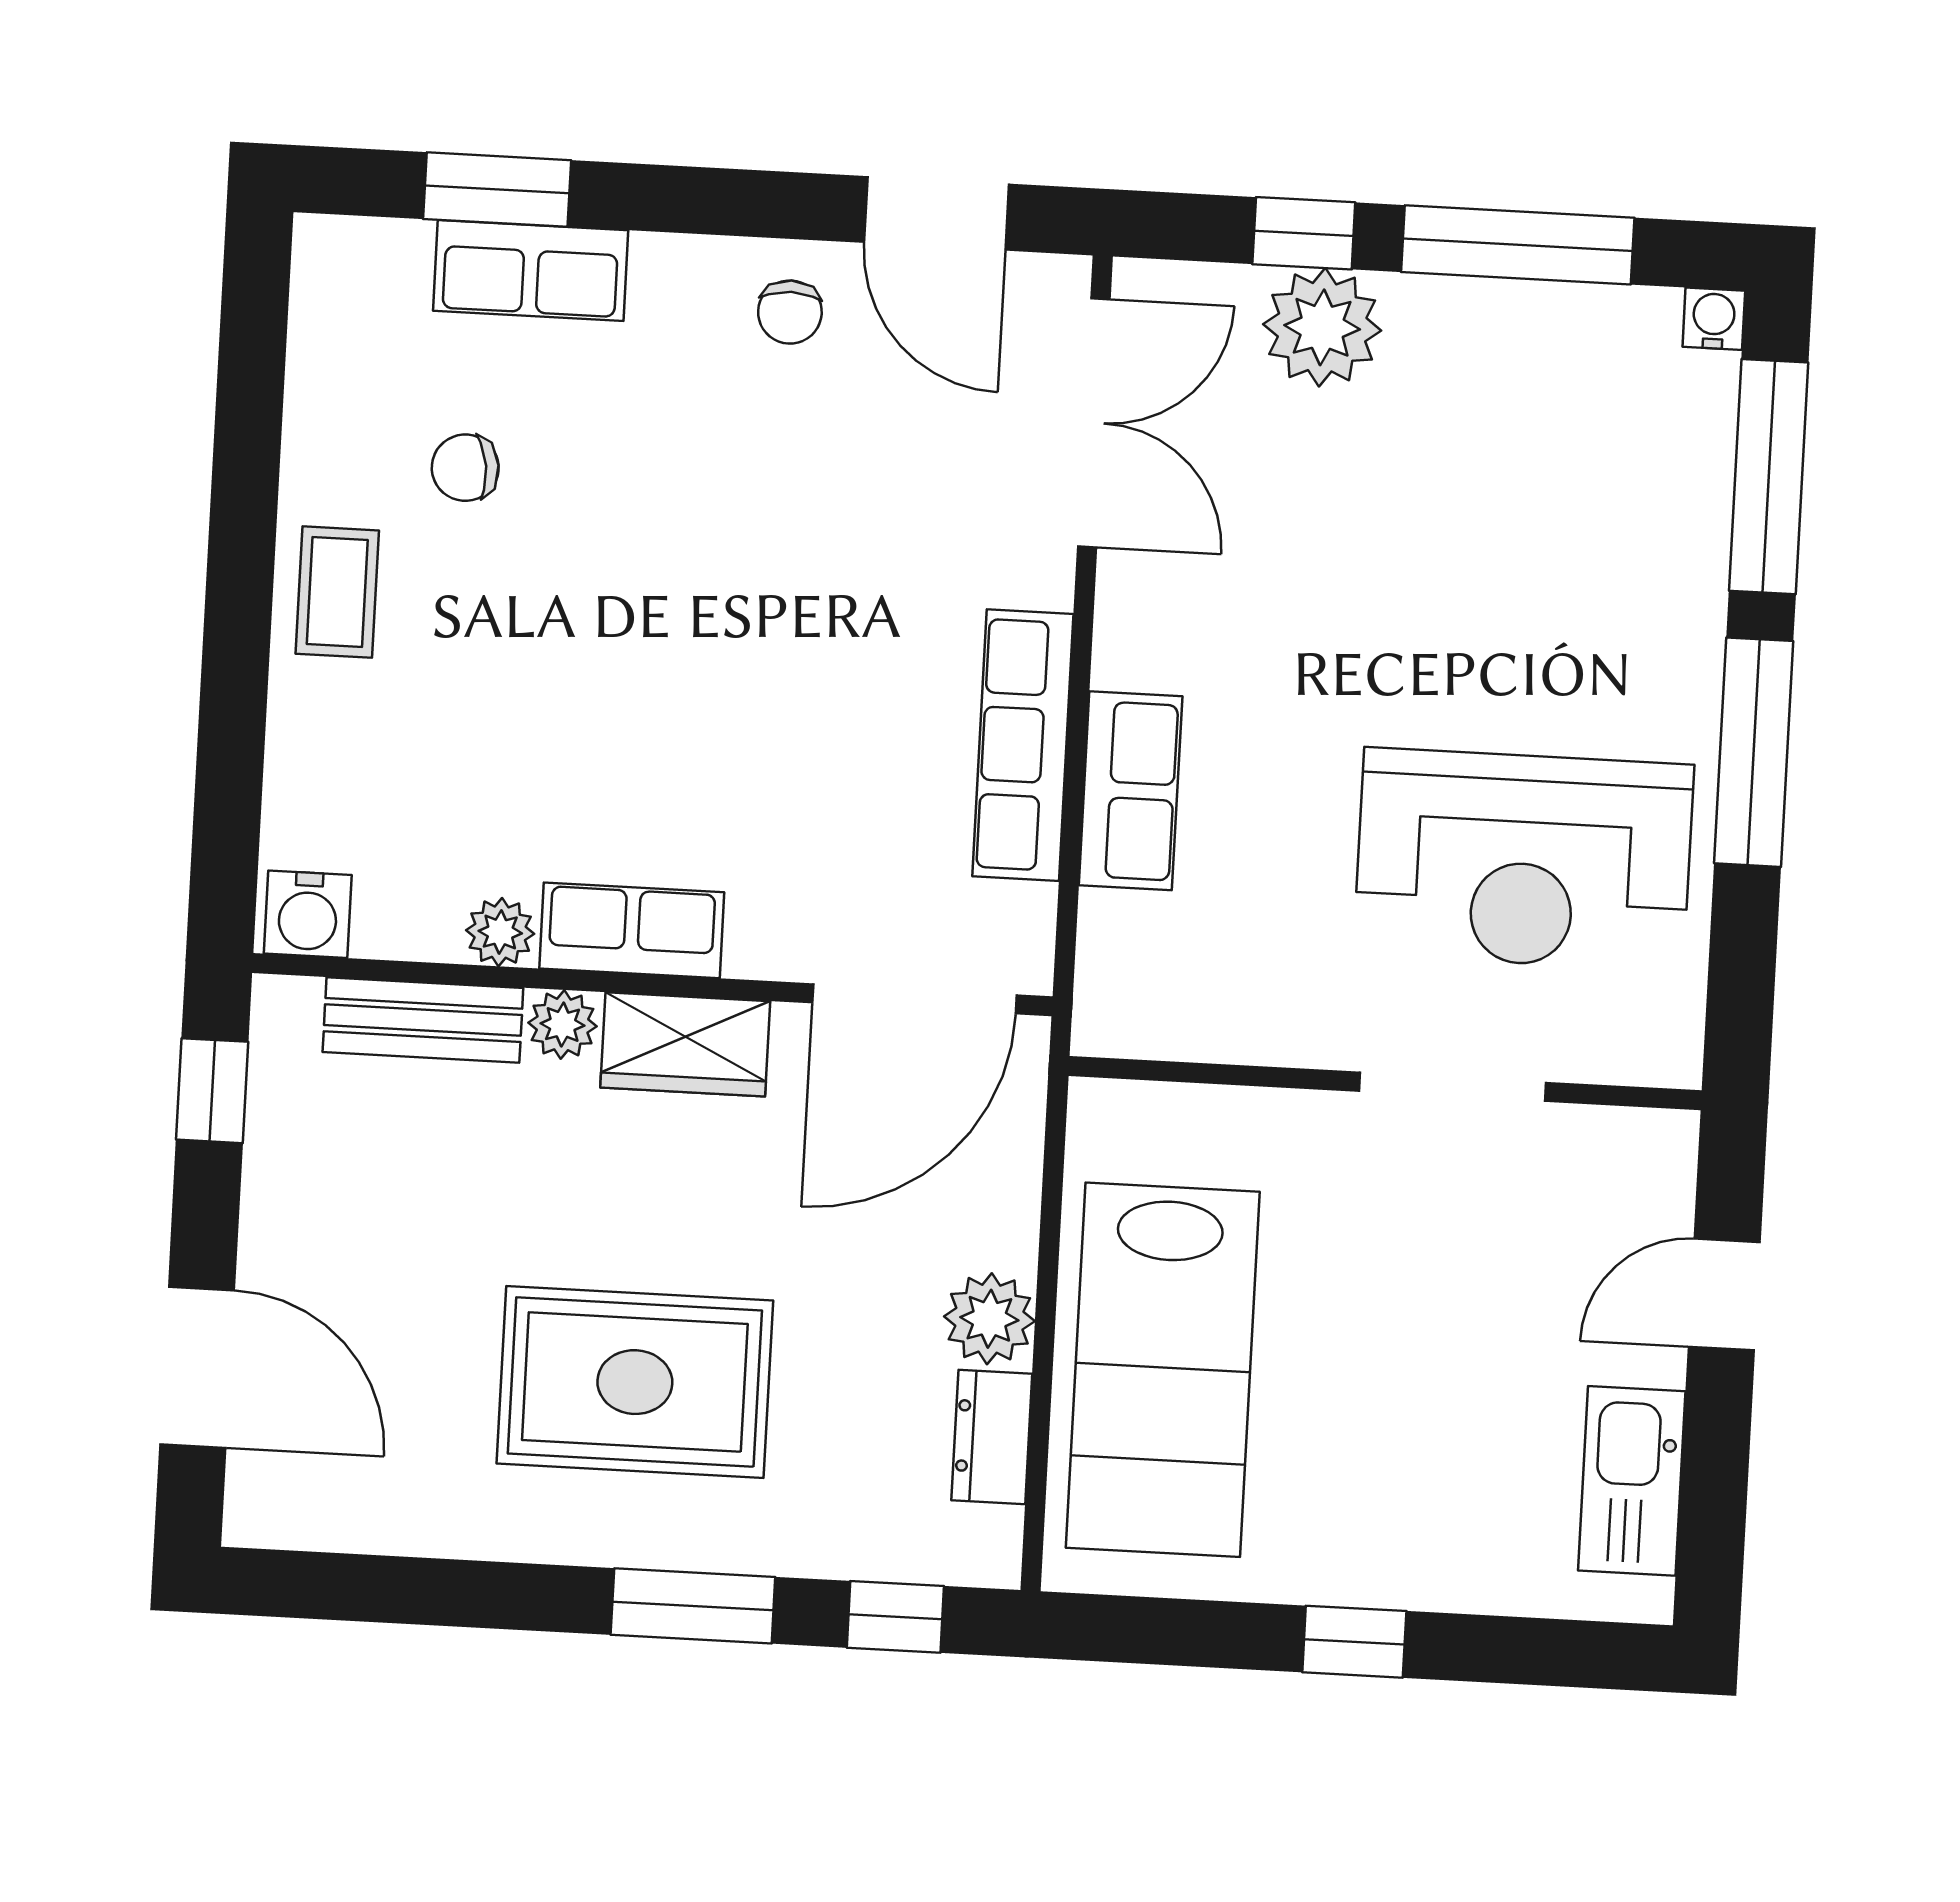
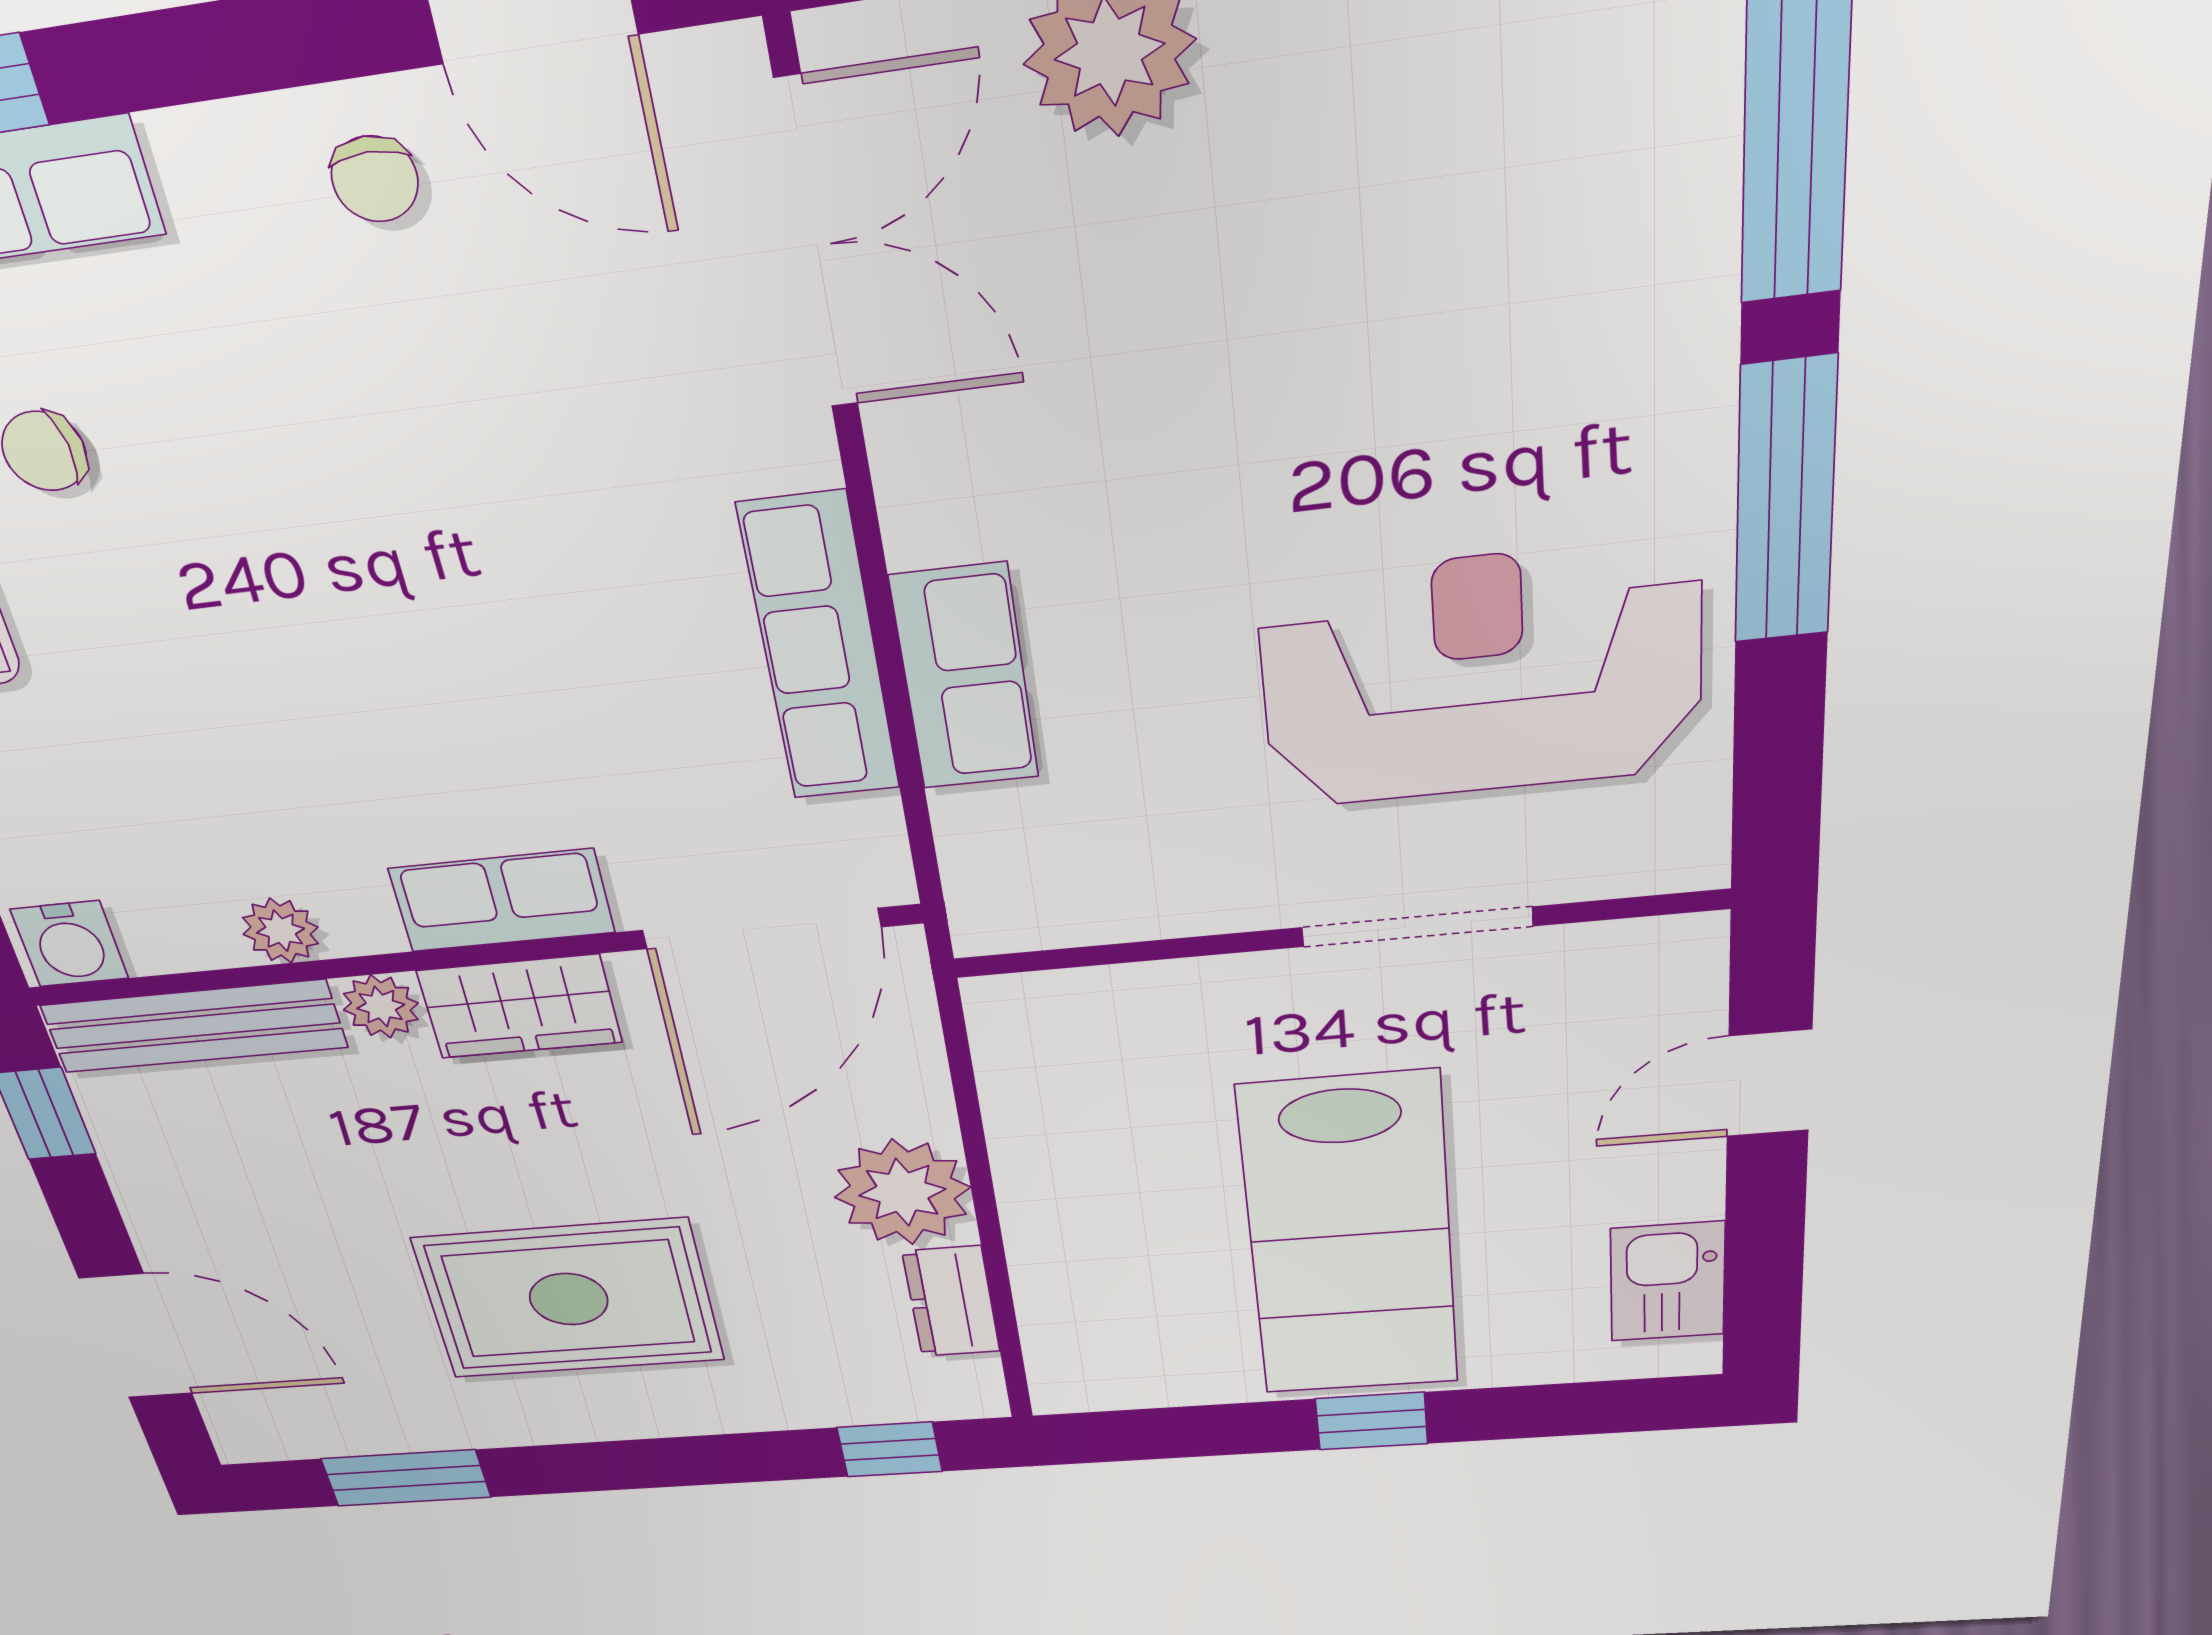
reception desk: (1524, 859) -> (1480, 676), turned 180
row of seats: (632, 930) -> (502, 901), moved
bench: (423, 1020) -> (194, 1026), width x1.36
plant: (989, 1319) -> (902, 1192), width x1.36, depth x1.36
lab bench: (1163, 1370) -> (1350, 1237), moved
kitchen sink: (1632, 1481) -> (1668, 1282), width x0.73
window: (693, 1606) -> (406, 1478), moved

